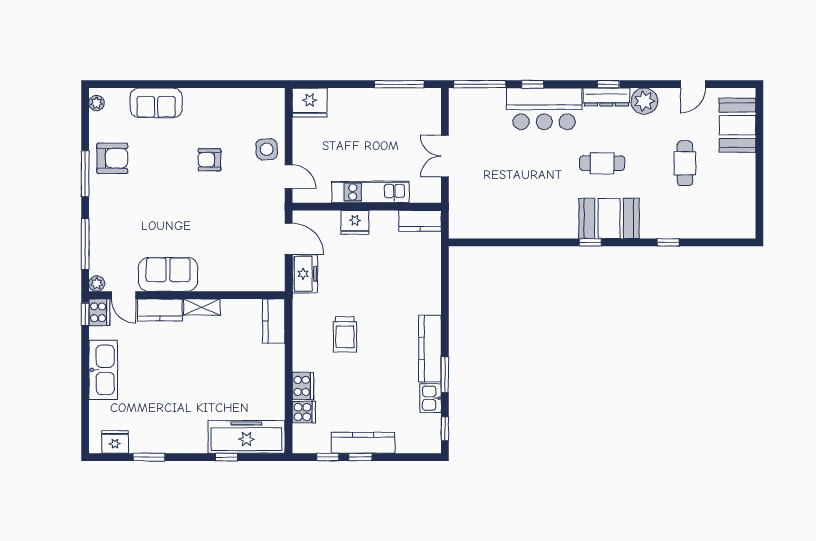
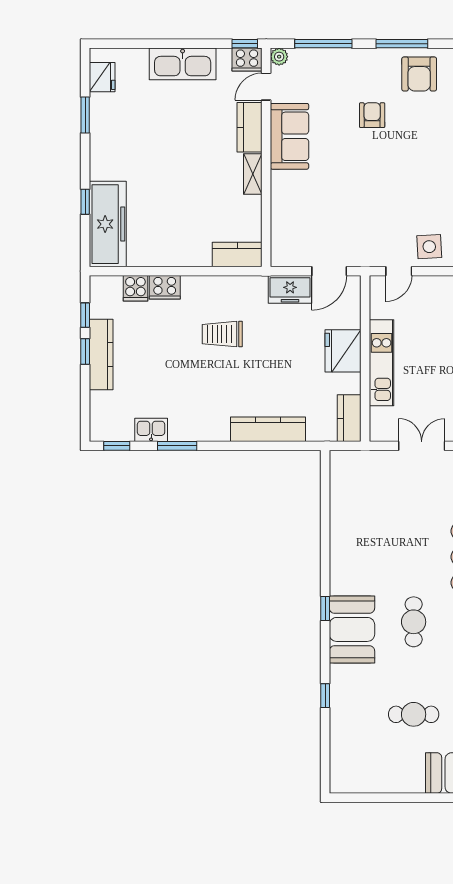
armchair: (209, 160) -> (372, 115), moved
fridge: (355, 222) -> (343, 351), width x1.36, depth x1.34
kitchen counter: (430, 349) -> (268, 429), moved

